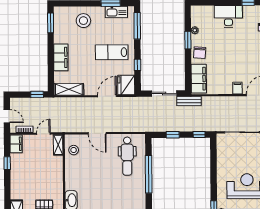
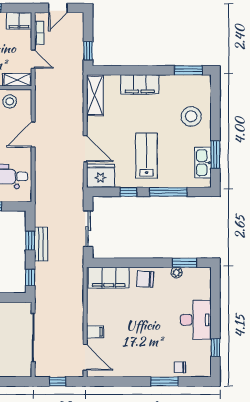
window: (137, 26) -> (168, 192), moved
window: (188, 40) -> (185, 263), moved
bench: (189, 101) -> (41, 244), moved

